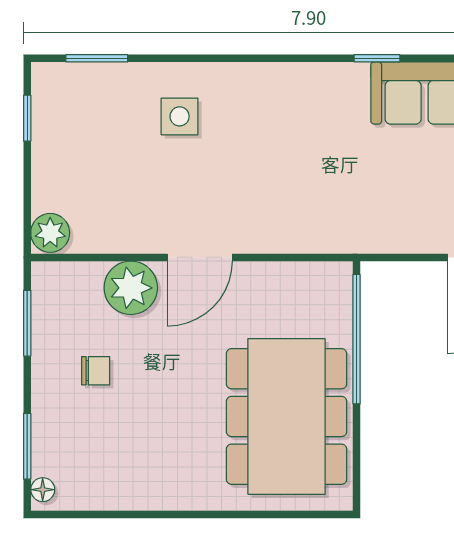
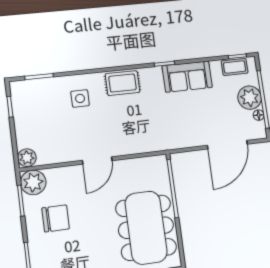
rug: (277, 92) -> (122, 83), added
plant: (131, 288) -> (33, 182), moved
chair: (96, 371) -> (56, 218), width x1.87, depth x1.87

